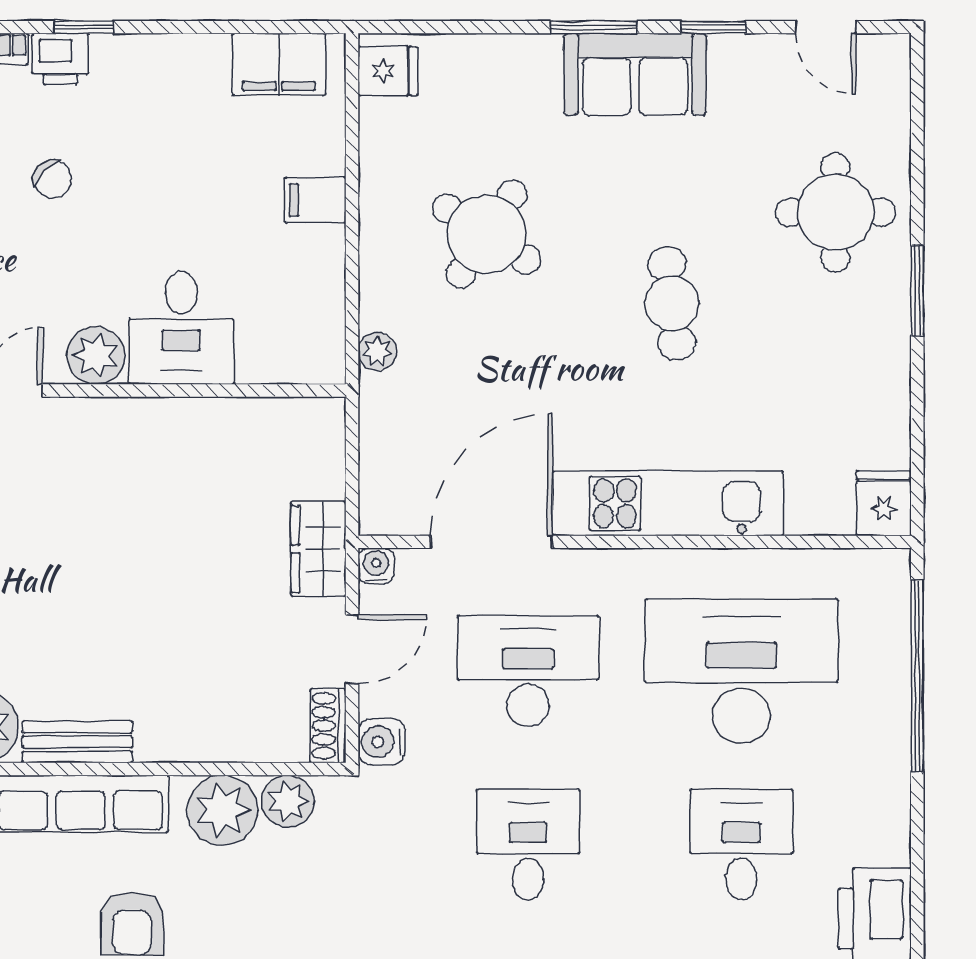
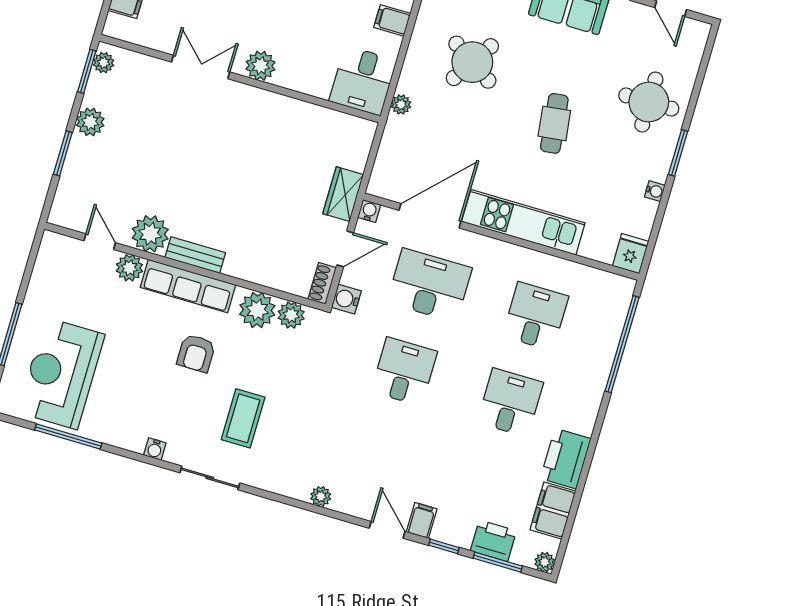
desk: (181, 328) -> (363, 81), moved
water cooler: (895, 374) -> (655, 191), added
desk: (741, 671) -> (535, 316), width x0.53, depth x0.77

